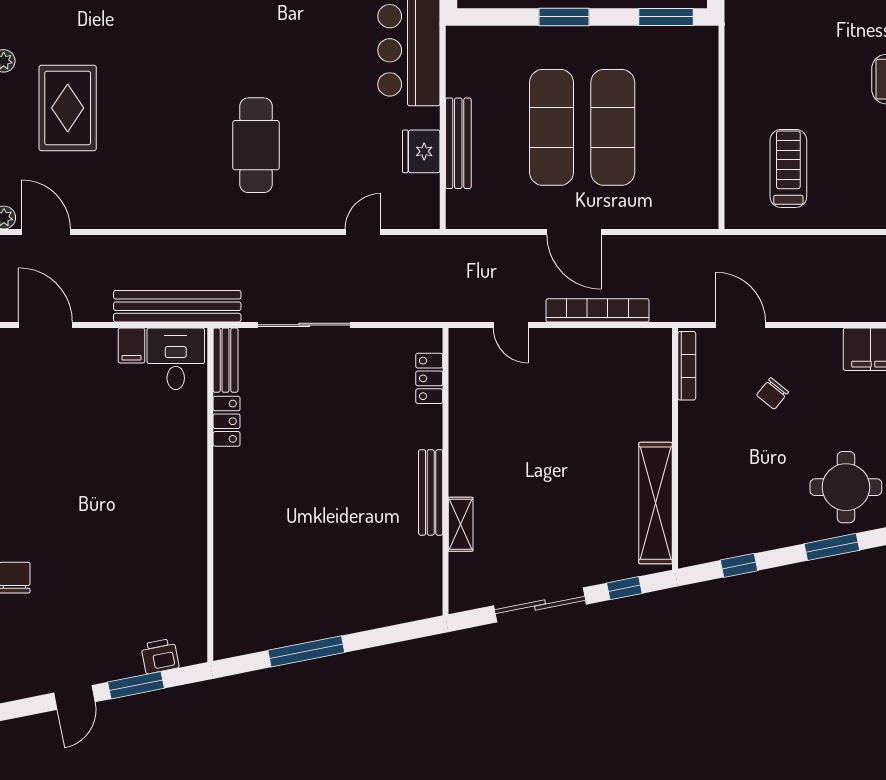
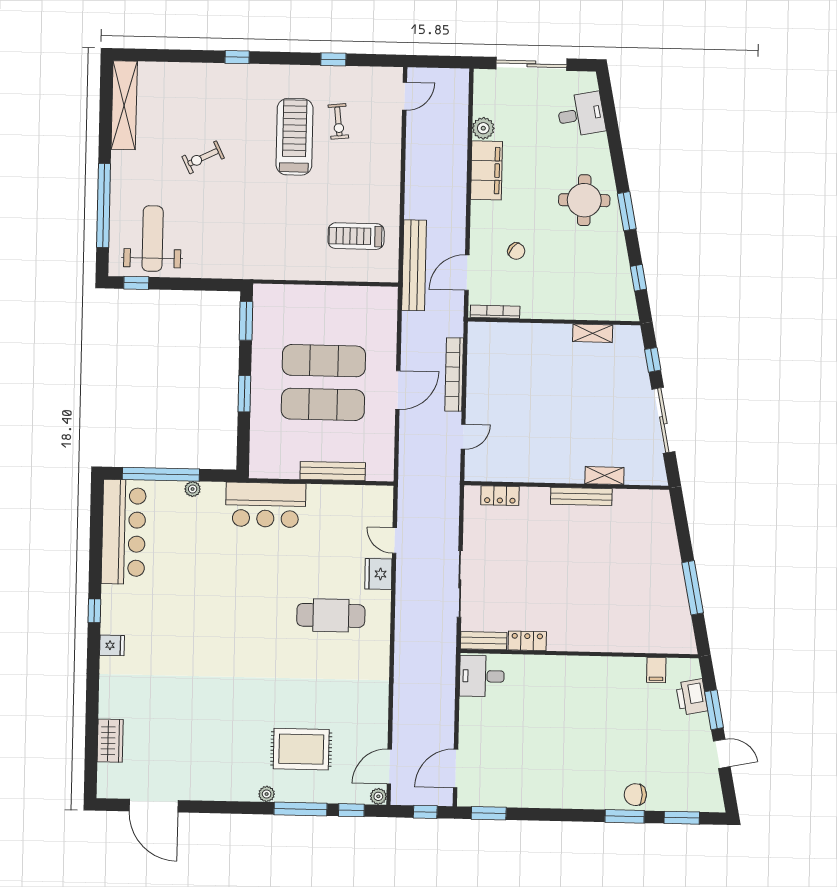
fridge: (421, 151) -> (378, 574), moved, turned 90
bench: (177, 306) -> (414, 265), moved
filing cabinet: (131, 345) -> (656, 670), moved, turned 90
shelving: (656, 503) -> (593, 333), width x0.45, depth x0.75
printer: (160, 656) -> (692, 697), width x1.36, depth x1.24

